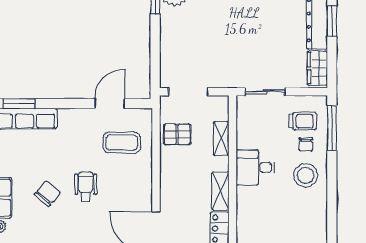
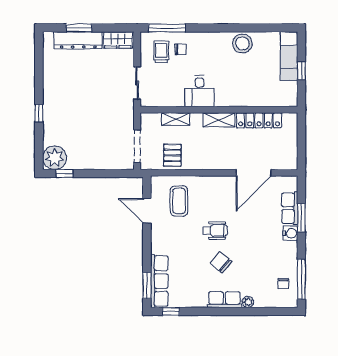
stool: (306, 175) -> (242, 44), moved
wheelchair: (86, 187) -> (215, 231), turned 180

